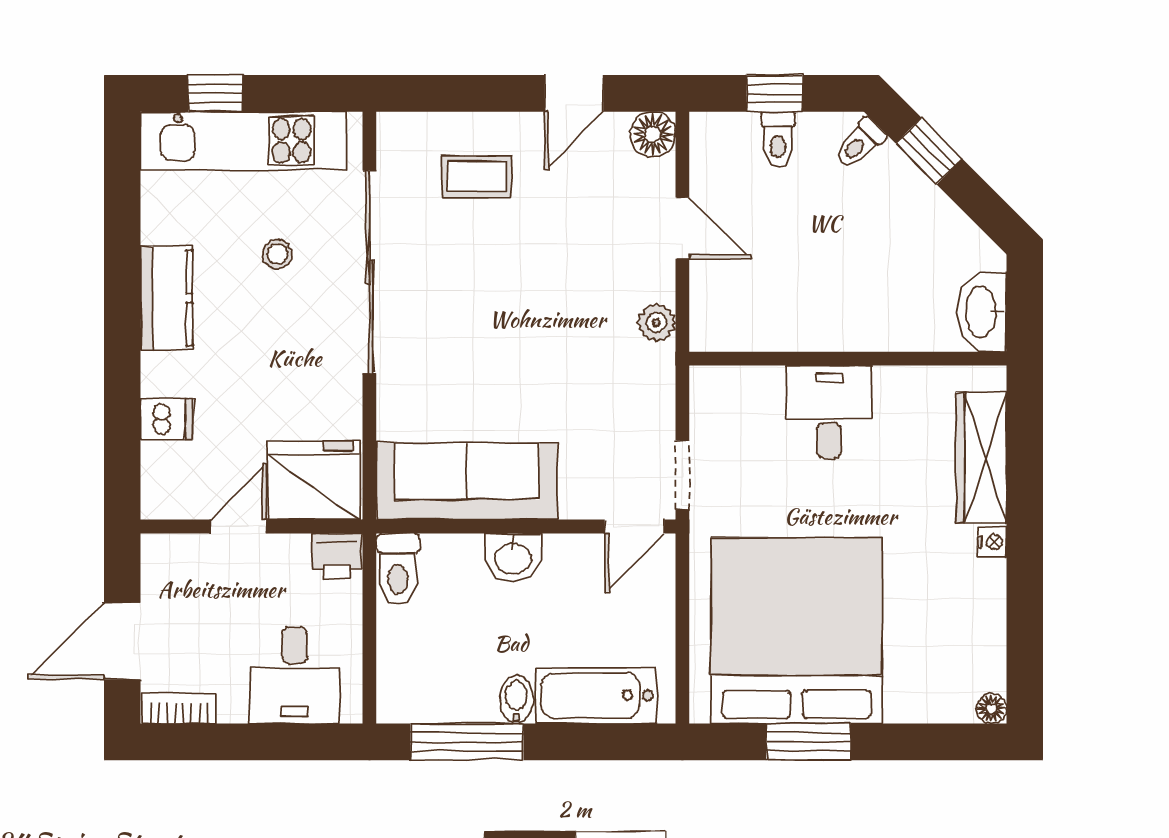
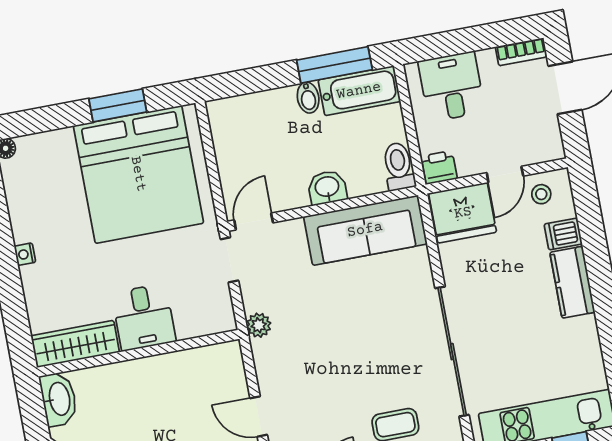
stool: (278, 254) -> (541, 194), moved
kitchen counter: (166, 298) -> (572, 282), moved
plant: (656, 323) -> (259, 325), moved
wardrobe: (981, 458) -> (75, 344), moved, turned -90
bathtub: (596, 695) -> (359, 91), moved

